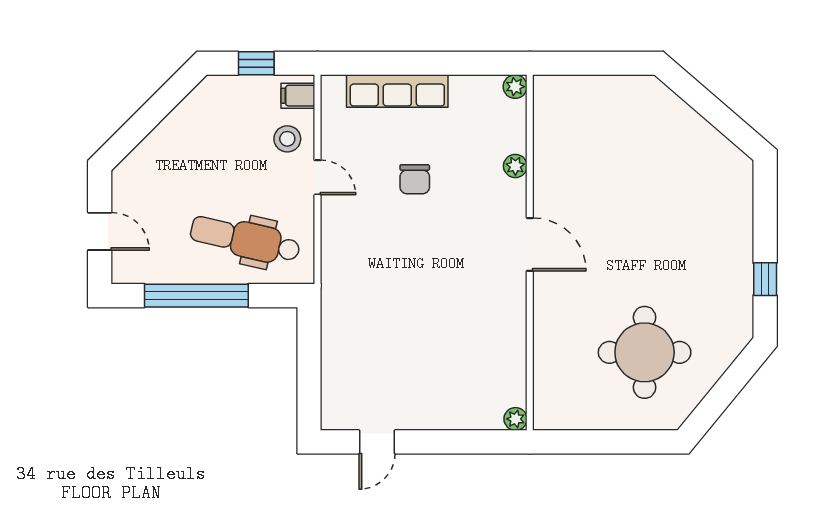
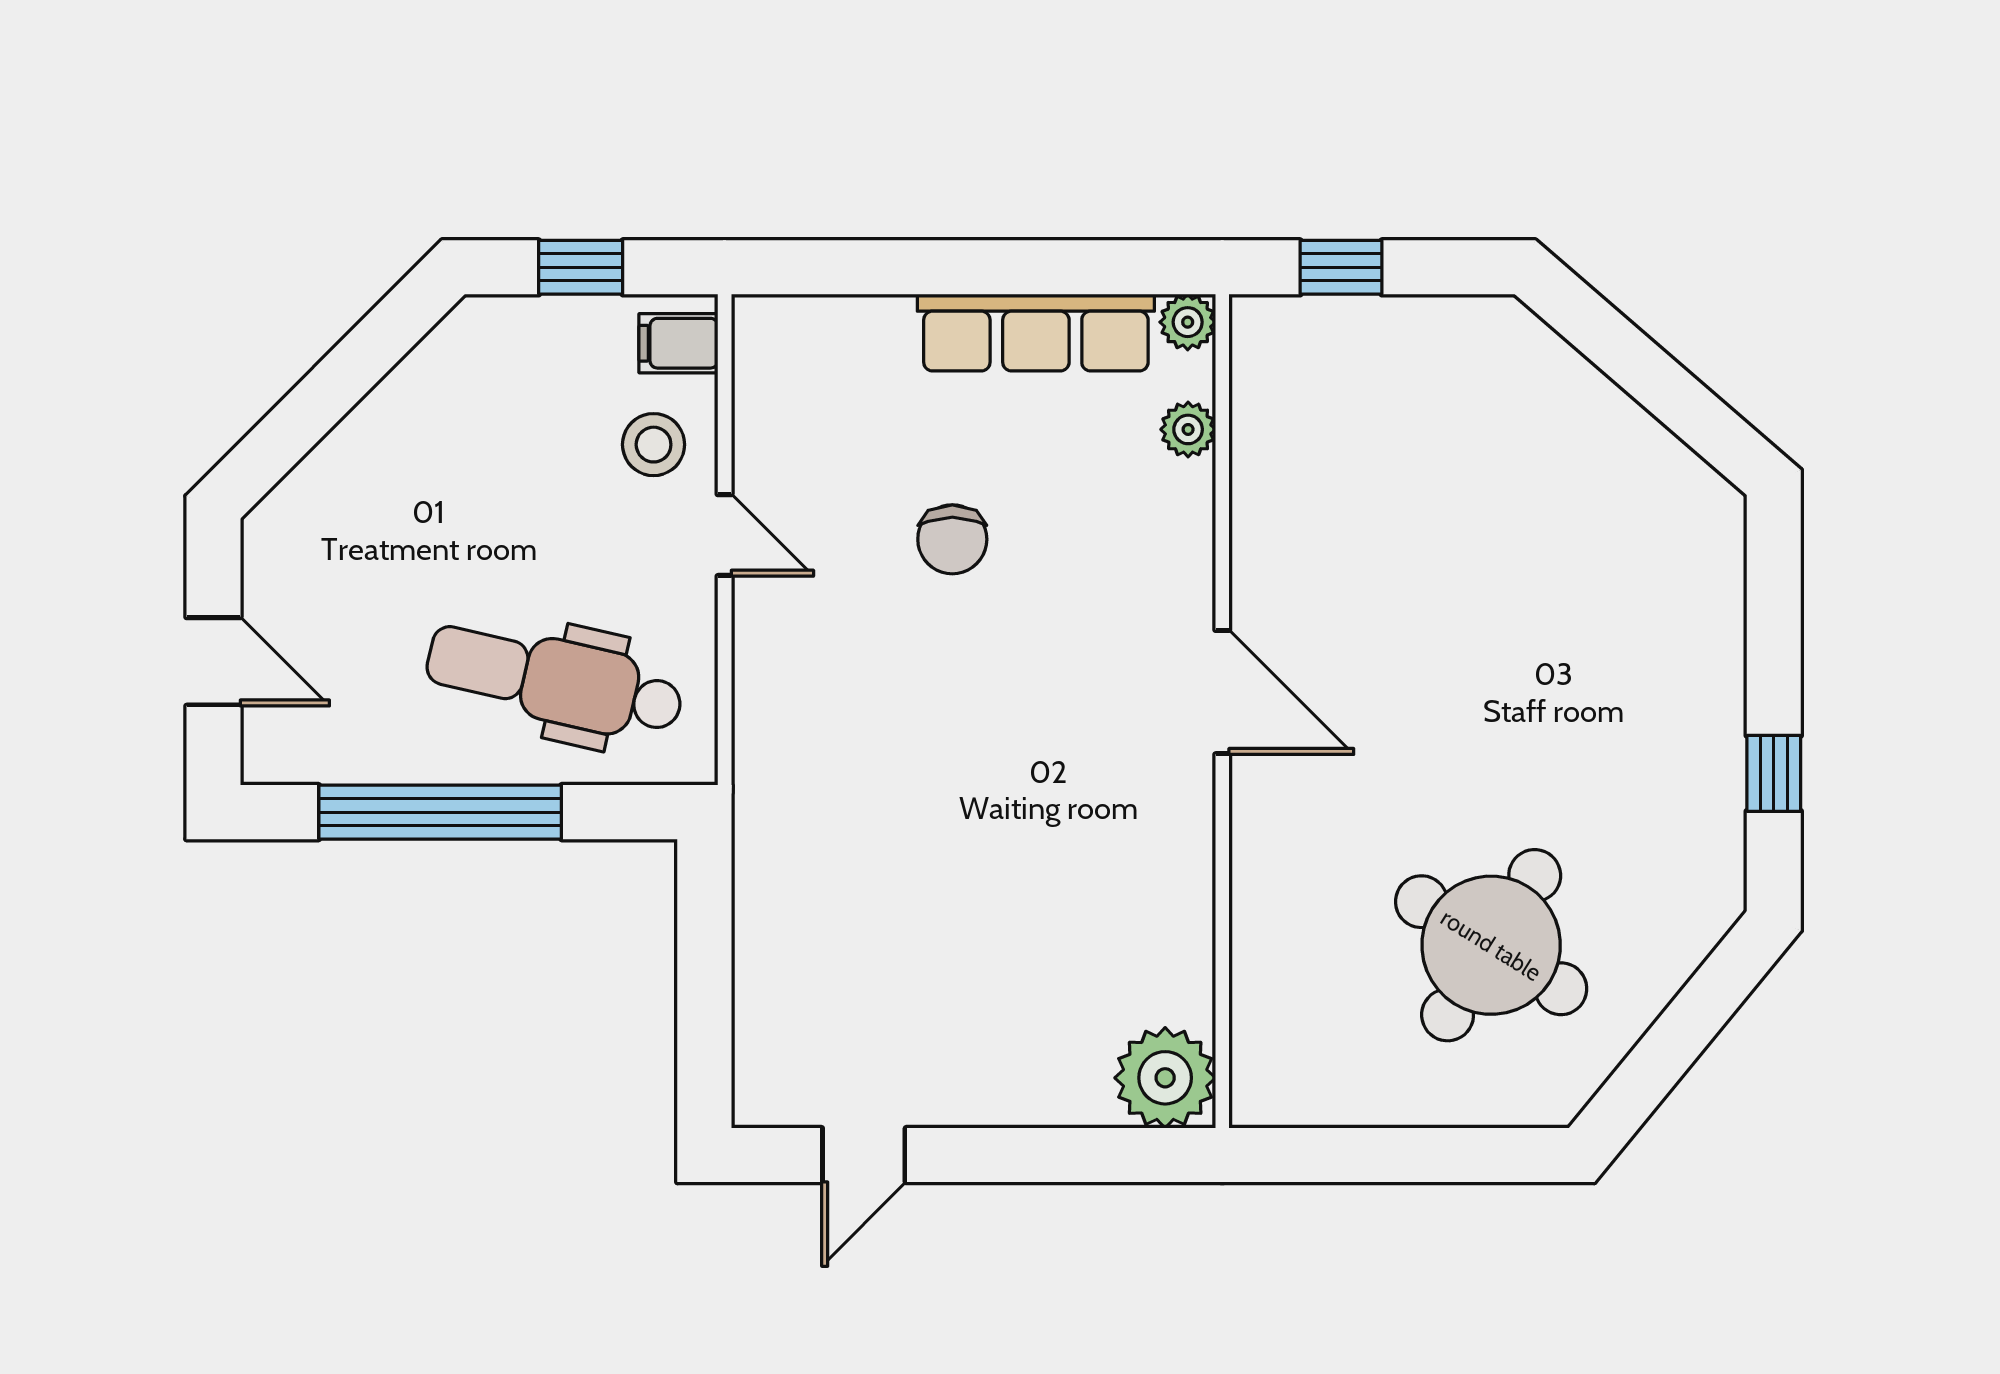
window: (580, 63) -> (1341, 267), added
row of seats: (397, 91) -> (1036, 333), moved
plant: (515, 166) -> (1188, 429), moved
round table: (645, 352) -> (1491, 945), turned 32
plant: (516, 419) -> (1165, 1078), width x1.88, depth x1.88

